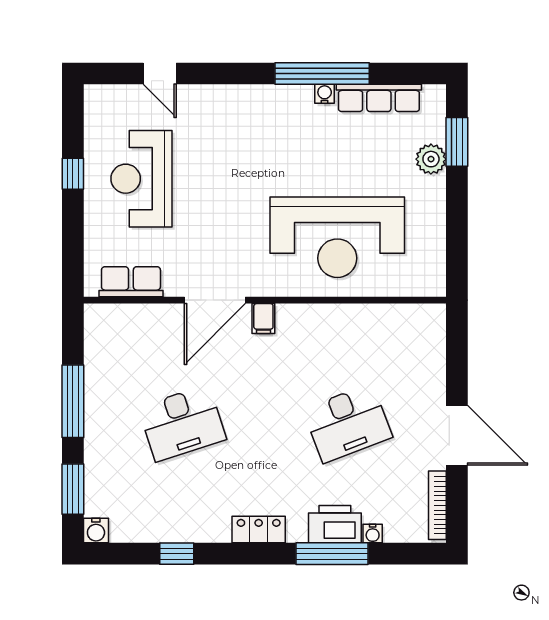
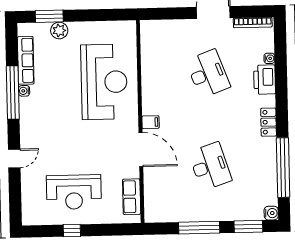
door: (160, 73) -> (14, 158), moved
window: (177, 554) -> (283, 168), width x3.17
window: (332, 554) -> (281, 81), removed

